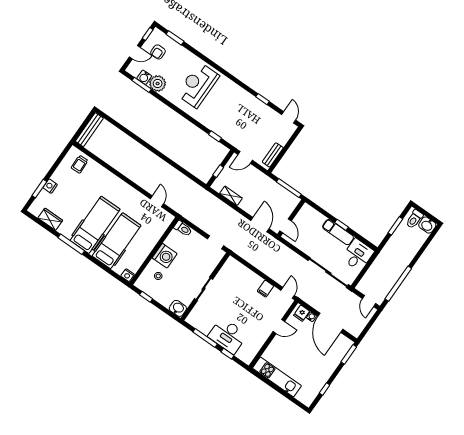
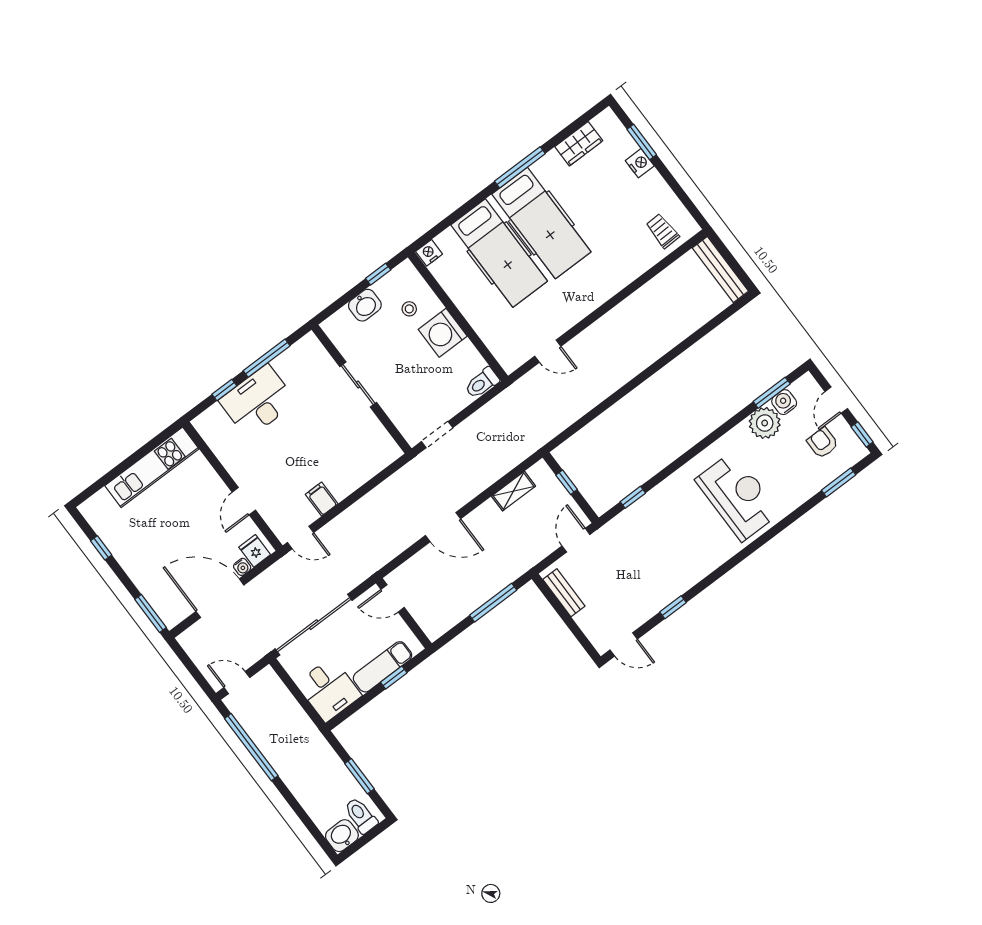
wall: (291, 218) -> (404, 613), moved
door: (286, 226) -> (393, 598), moved
washbasin: (178, 308) -> (365, 305), moved

